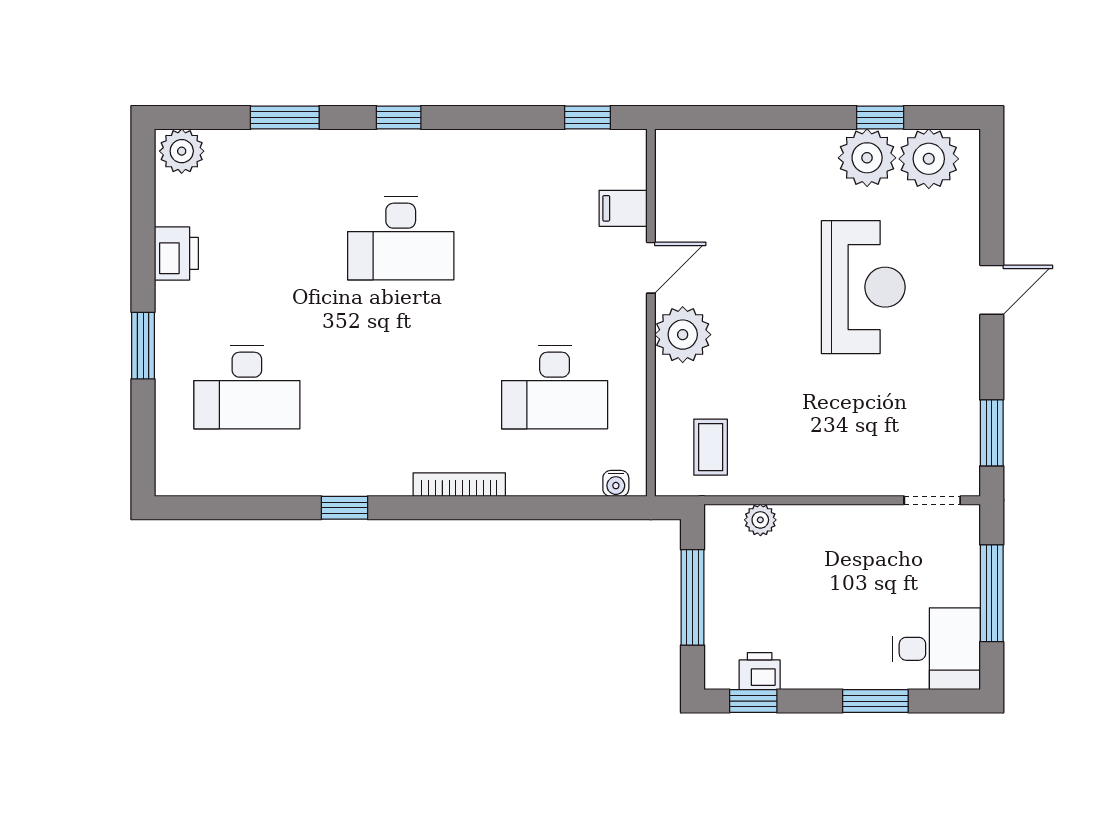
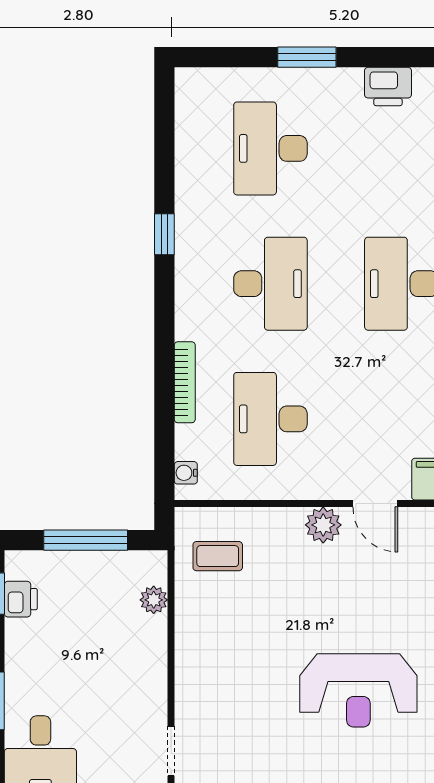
plant: (683, 335) -> (323, 525), width x0.73, depth x0.73
desk: (401, 387) -> (270, 284), added
bookcase: (459, 485) -> (185, 382), moved

